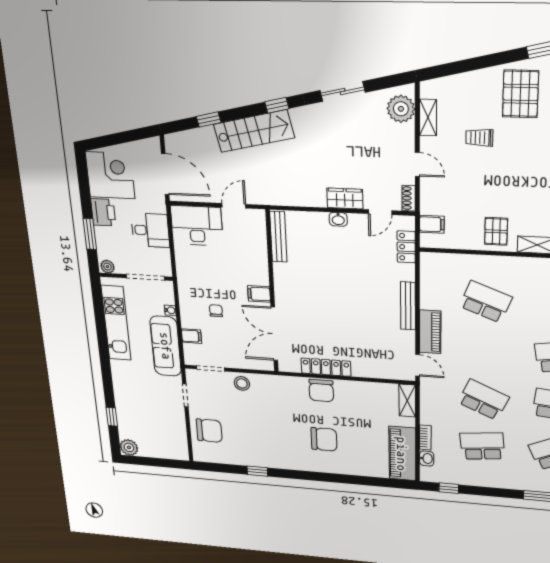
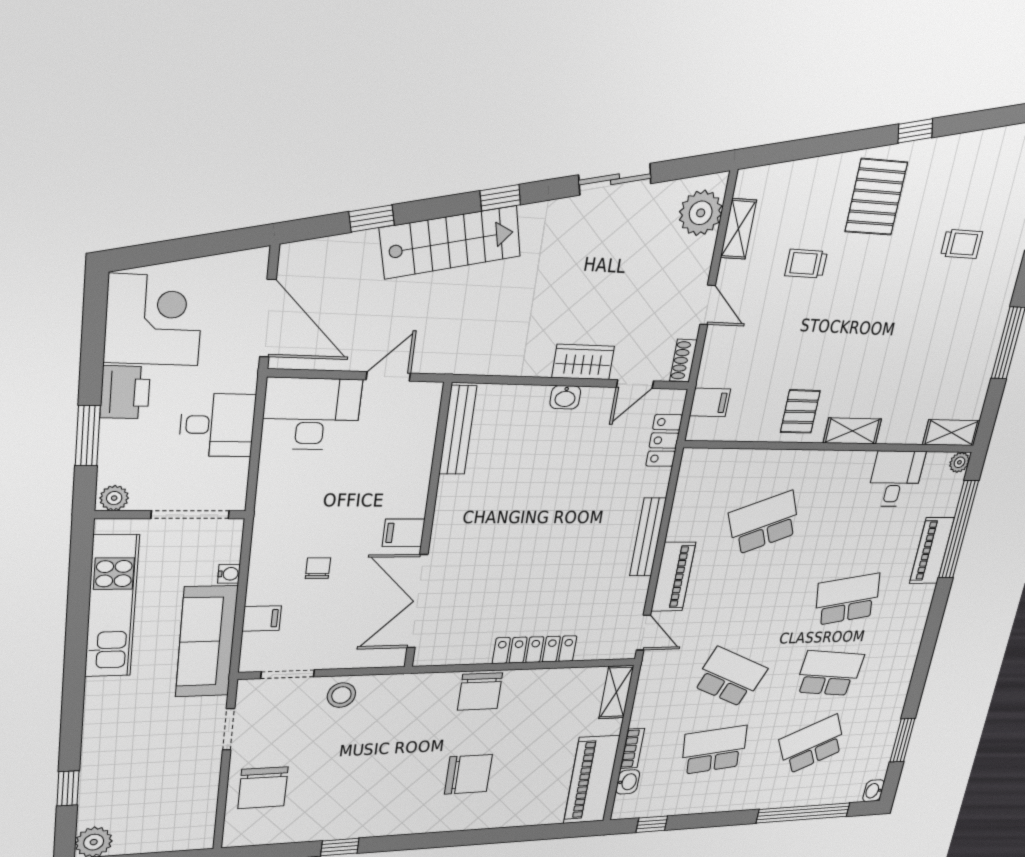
school desk: (486, 302) -> (764, 523), turned -42
locker: (326, 367) -> (535, 650), moved
chair: (209, 431) -> (263, 788), turned 90

